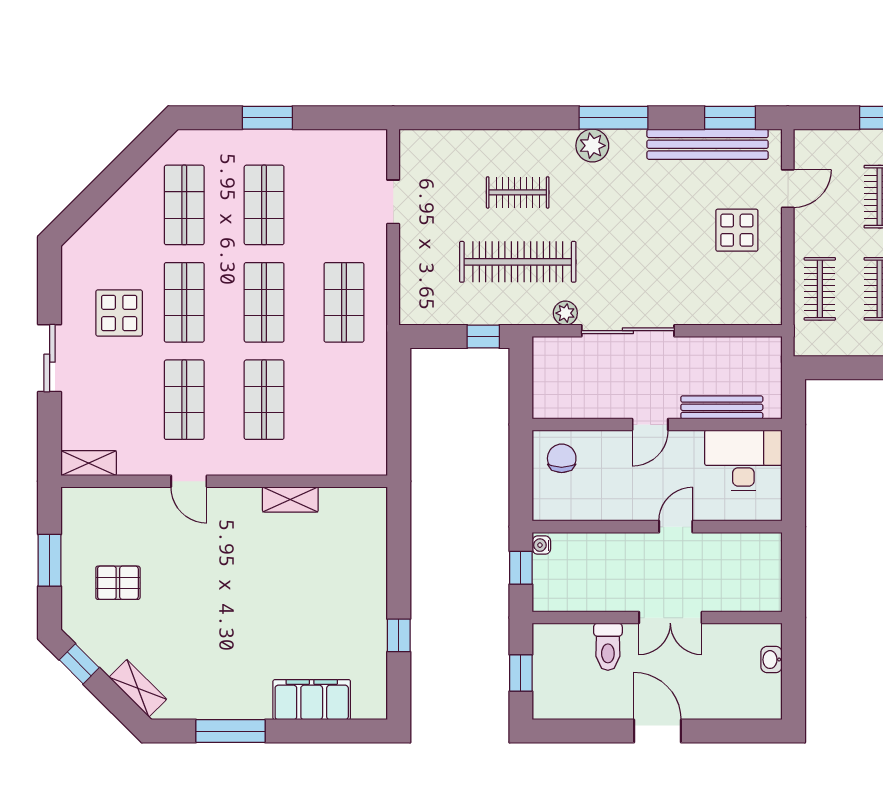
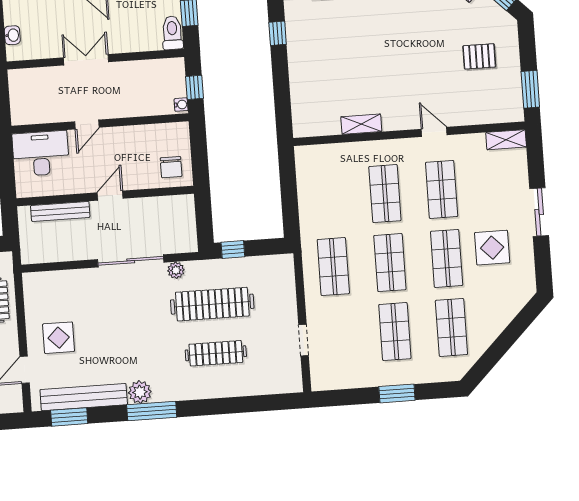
plant: (592, 146) -> (140, 392), moved
clothes rail: (518, 192) -> (216, 353), width x1.36
desk: (743, 461) -> (41, 153), moved, turned 180
window: (50, 560) -> (530, 89), moved
toilet: (608, 647) -> (172, 33), moved

